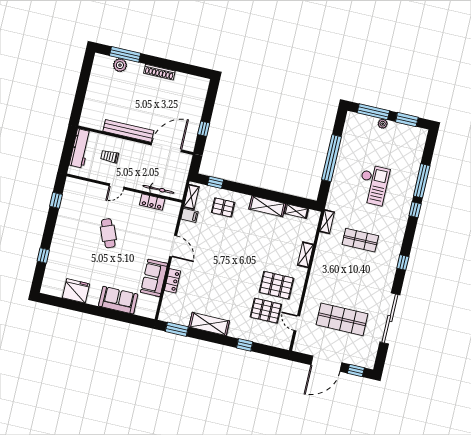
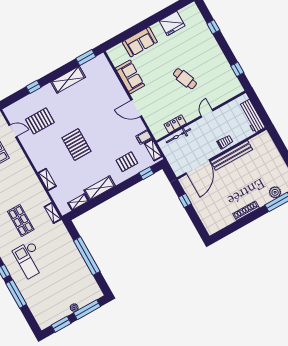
trolley: (110, 156) -> (225, 142), moved
checkout: (373, 185) -> (30, 260), moved
shop shelf: (360, 240) -> (21, 221), turned 90
locker: (172, 281) -> (117, 86), removed
pallet: (276, 285) -> (76, 145), moved, turned 90

